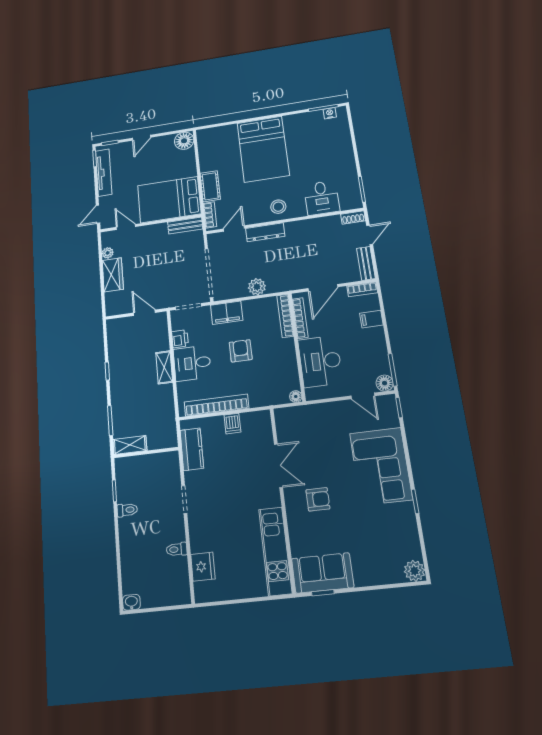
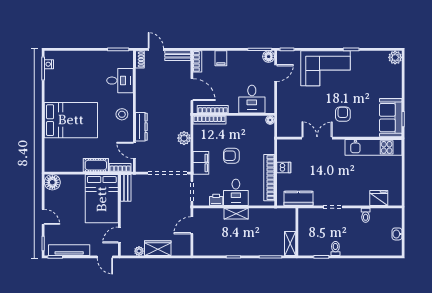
desk: (320, 361) -> (252, 99), width x0.73
washbasin: (131, 602) -> (397, 234), moved

